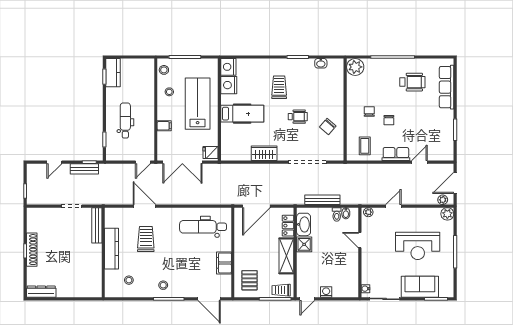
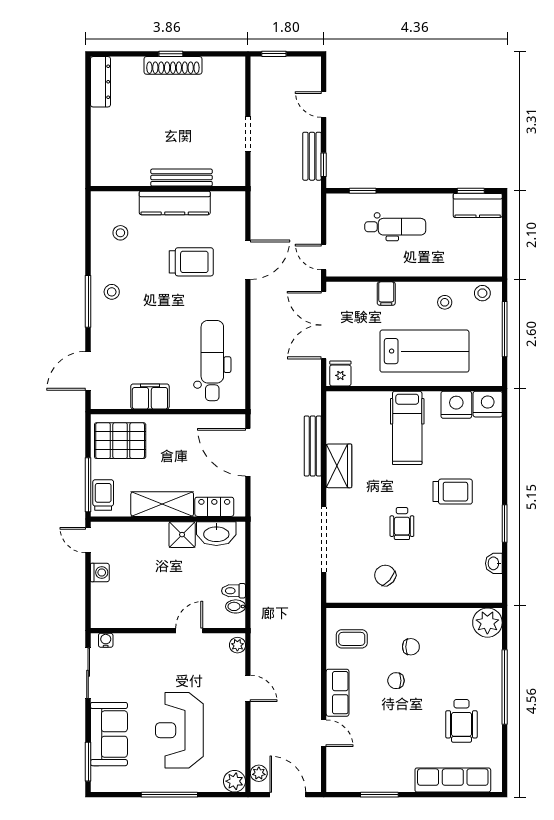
bench: (322, 200) -> (313, 446), moved
bench: (97, 225) -> (182, 178), moved
pallet: (250, 280) -> (120, 441), width x1.50, depth x1.42

